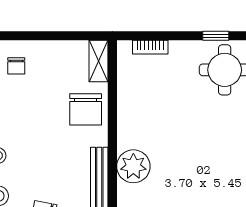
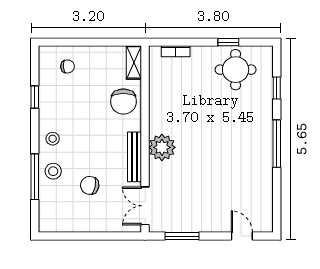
chair: (16, 66) -> (68, 66), turned -94

